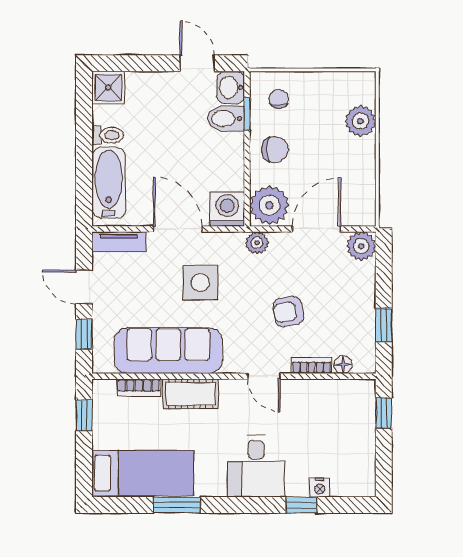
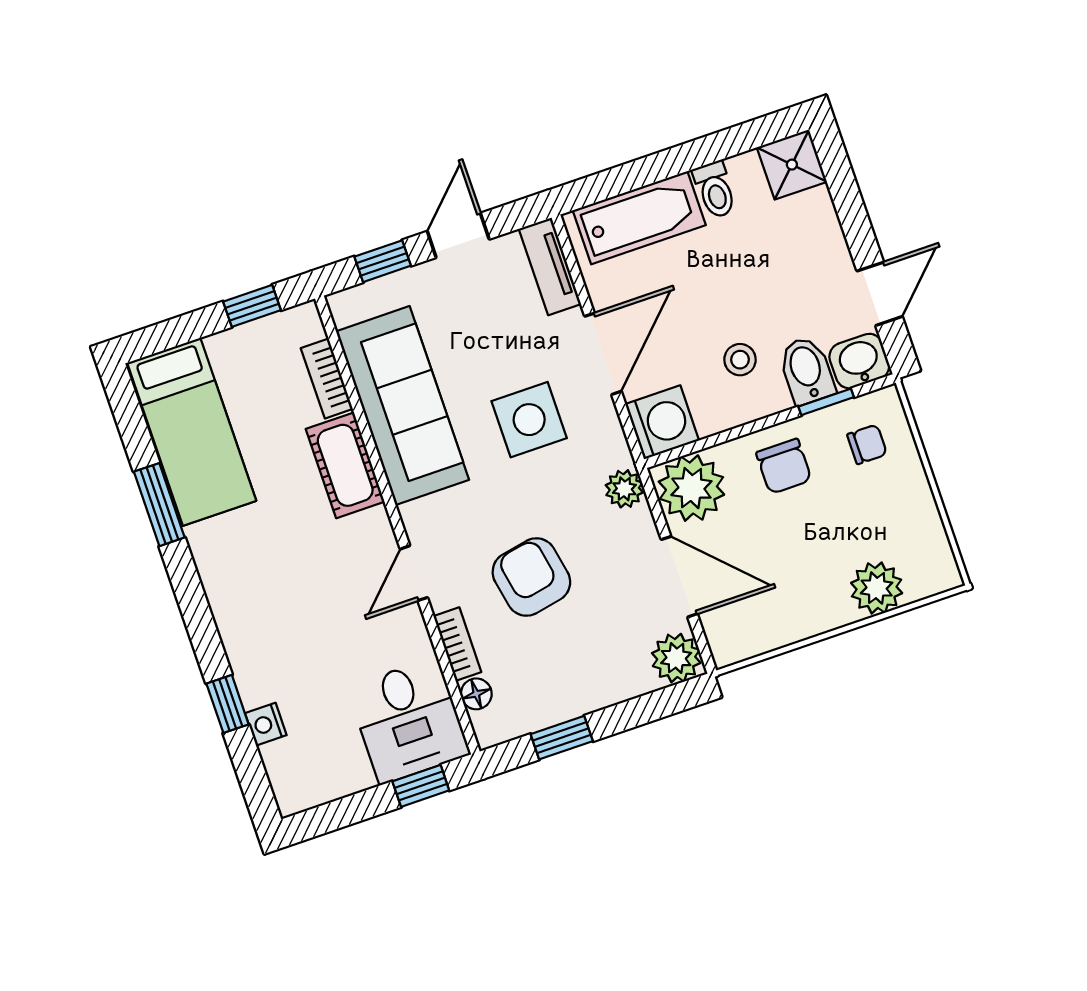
stool: (207, 154) -> (740, 360), added
armchair: (288, 311) -> (531, 577), width x1.38, depth x1.38
desk: (256, 466) -> (409, 721), moved, turned -90

